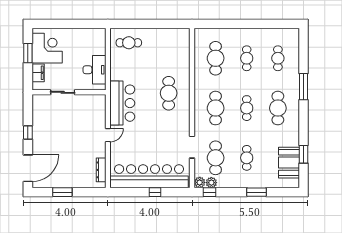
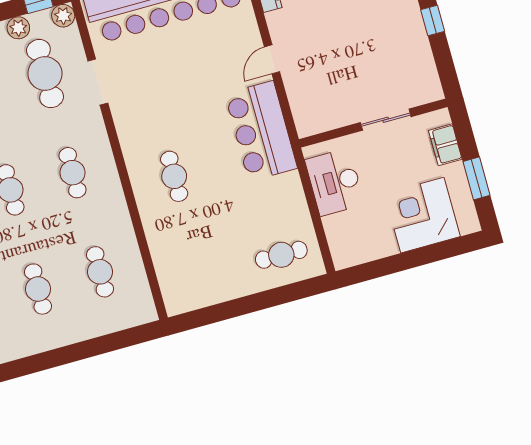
corner desk: (47, 48) -> (422, 215), moved, turned 90
cafe table: (216, 58) -> (100, 272), width x0.73, depth x0.74
cafe table: (169, 93) -> (174, 176), width x0.73, depth x0.74
cafe table: (216, 108) -> (73, 173), width x0.73, depth x0.74
plant: (211, 183) -> (18, 28), moved

